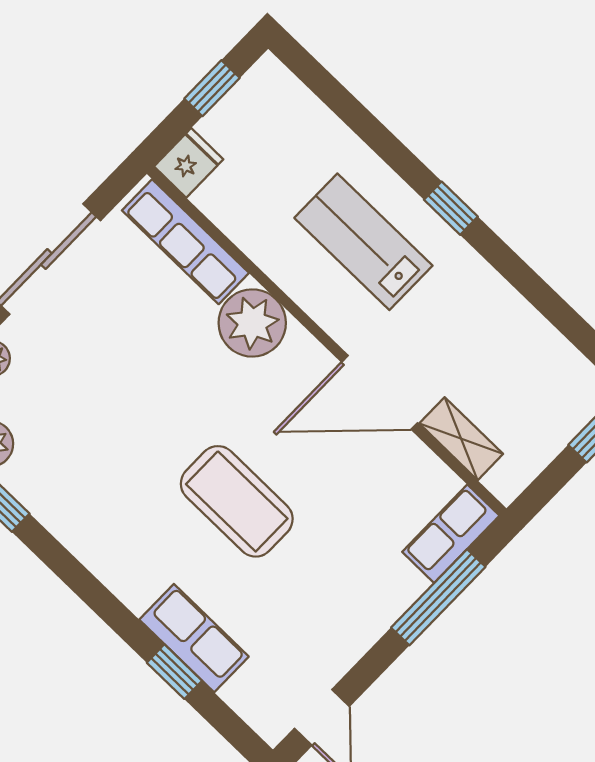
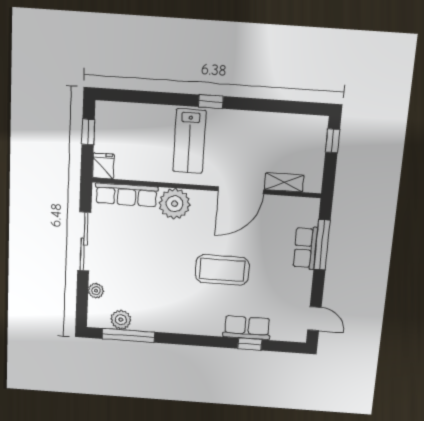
lab bench: (363, 242) -> (189, 141), turned -90
row of seats: (451, 534) -> (305, 248), moved

